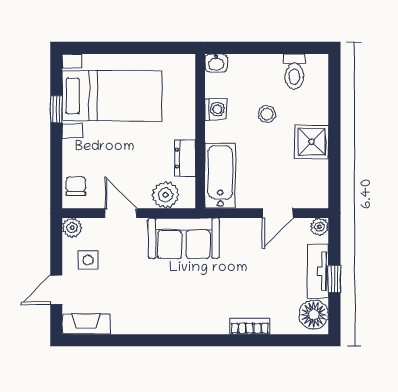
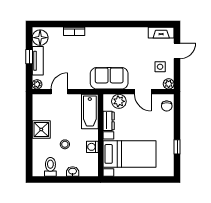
washbasin: (216, 63) -> (73, 171), moved
bed with nightstands: (112, 96) -> (130, 154), moved, turned 180

